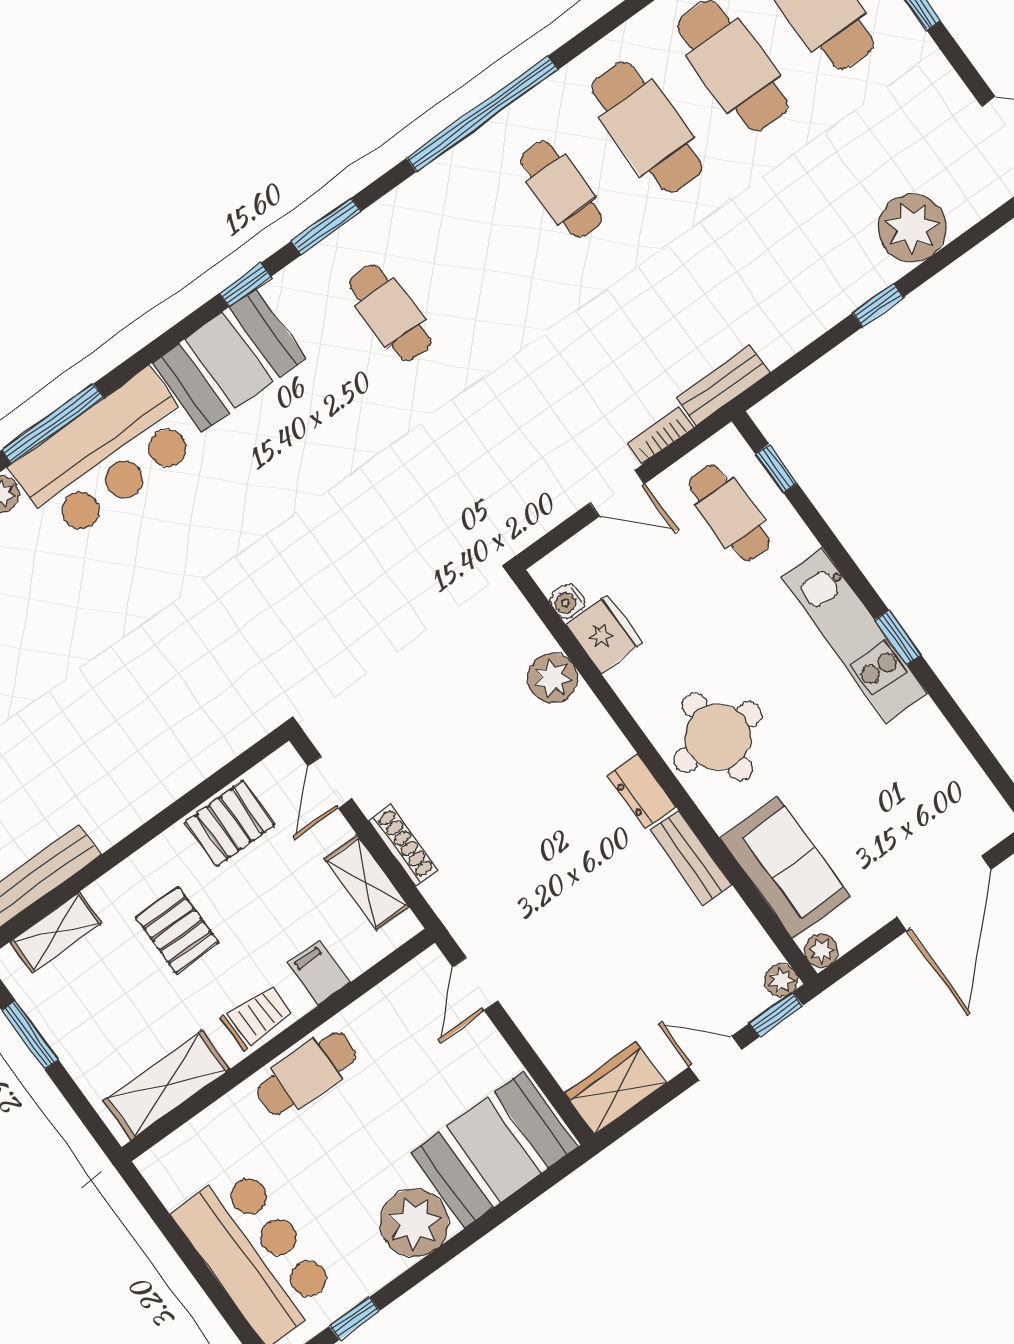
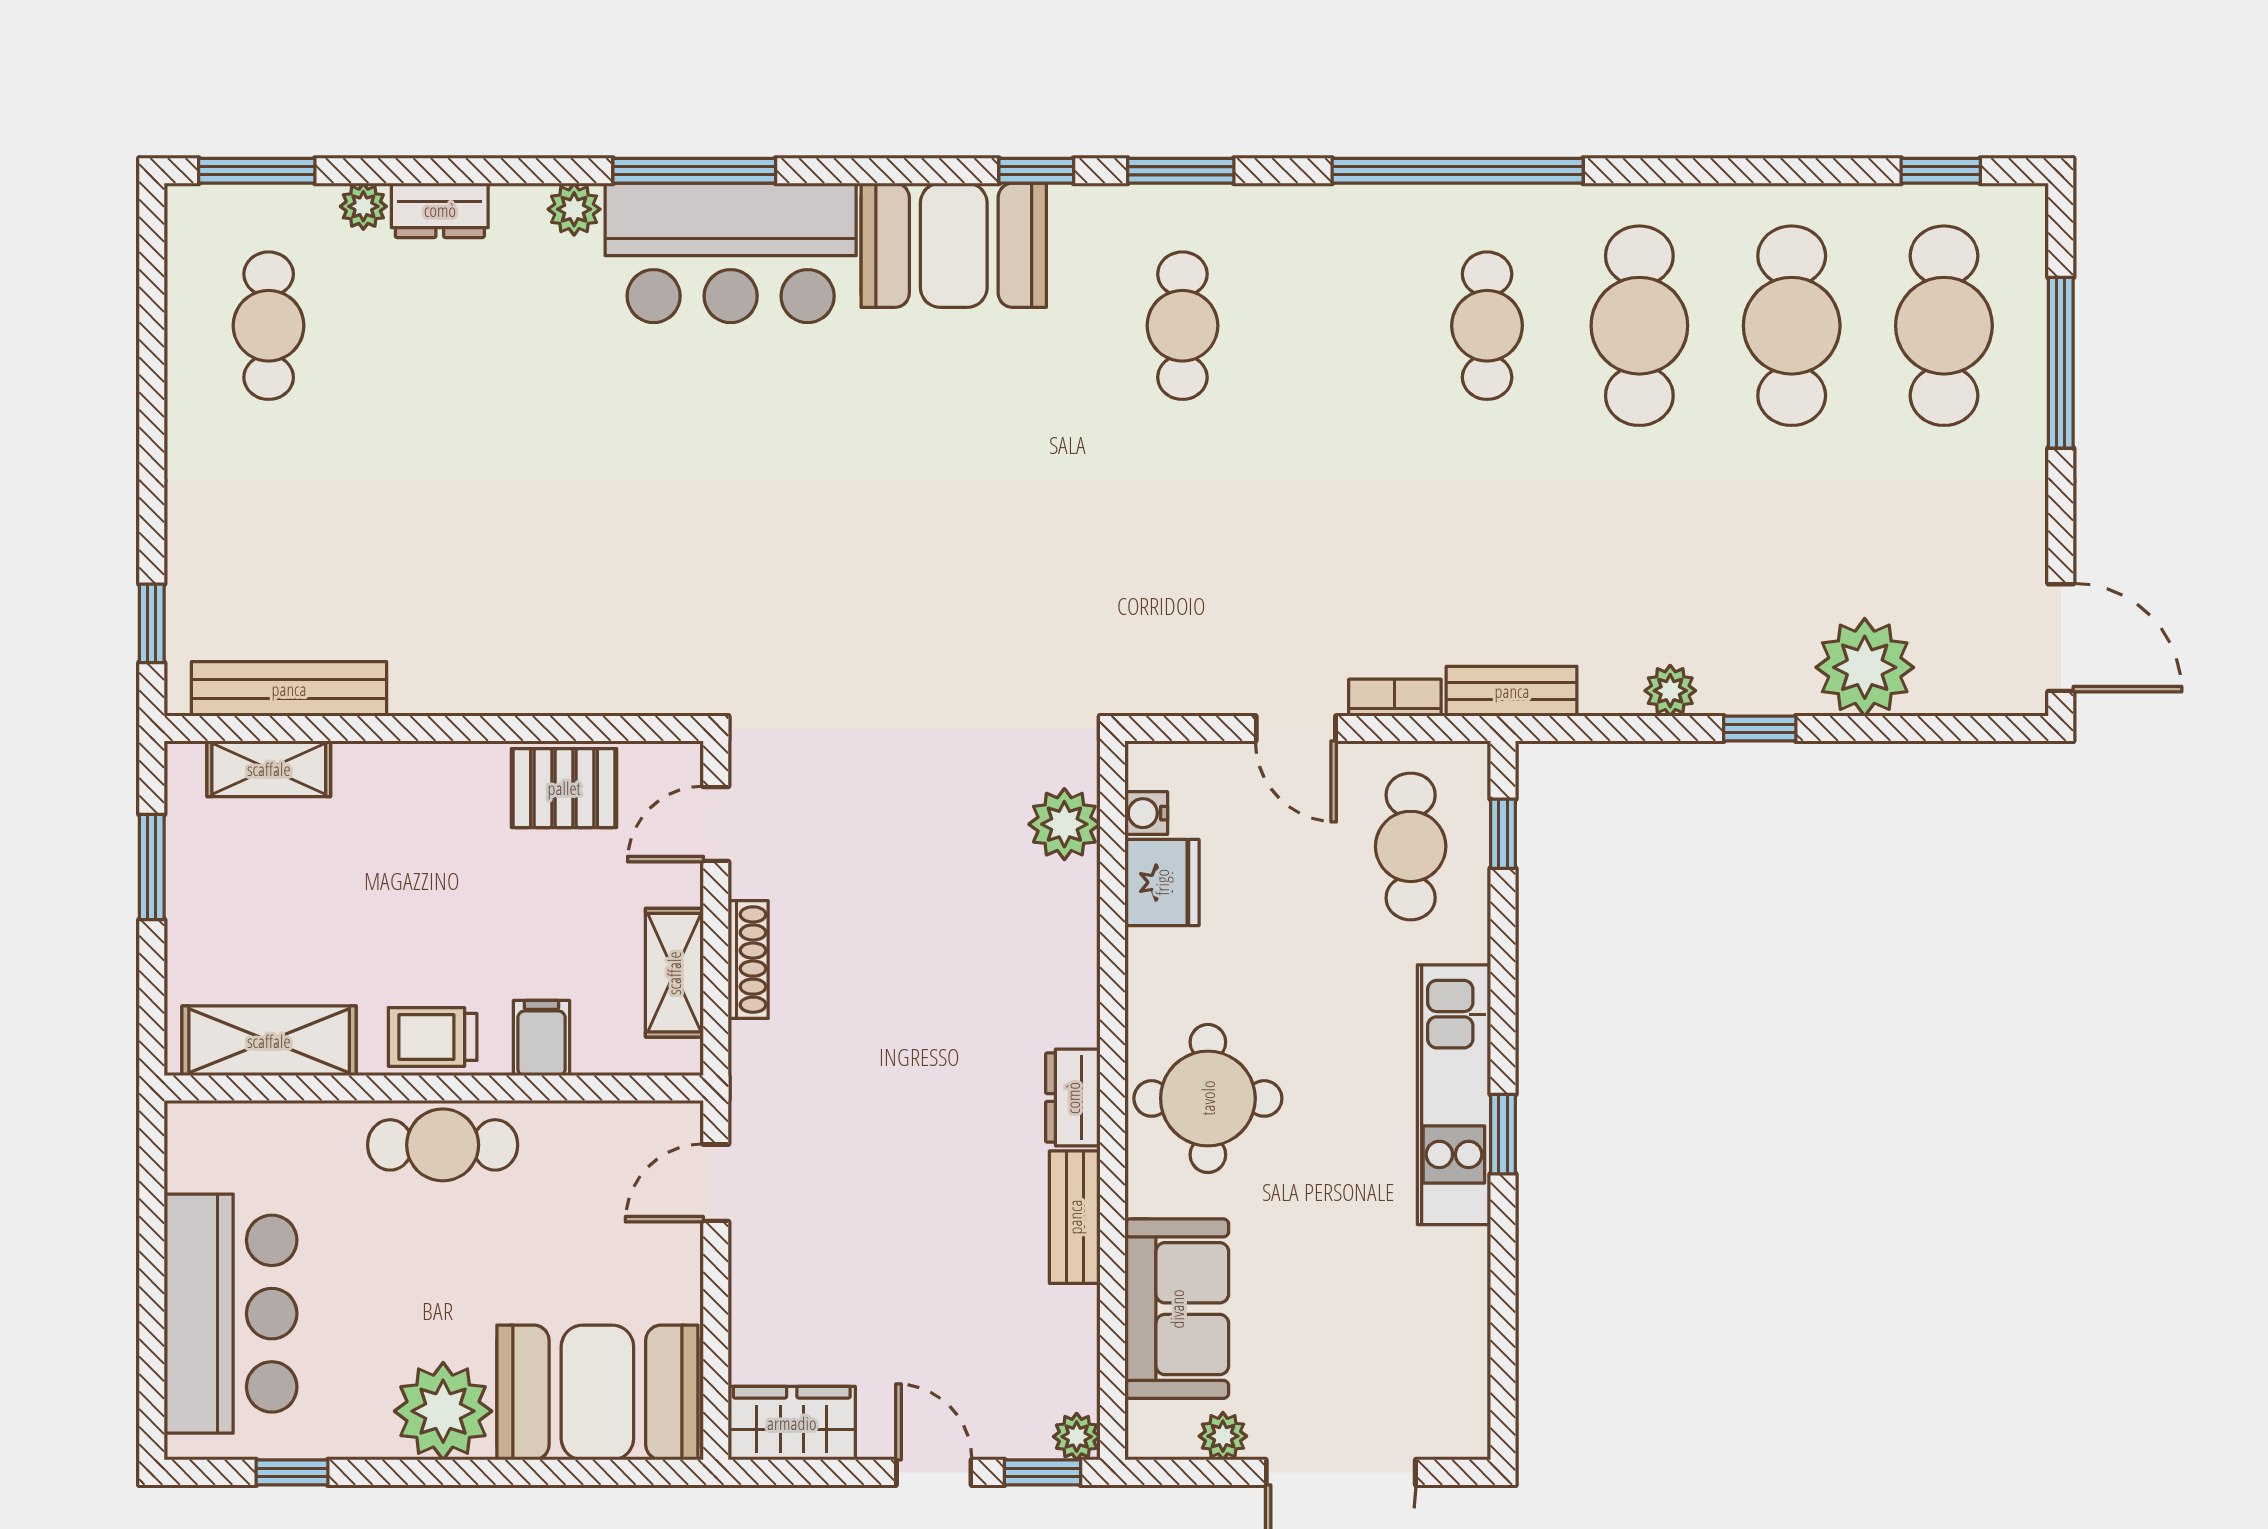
plant: (812, 320) -> (1670, 691), added
plant: (553, 678) -> (1064, 824), moved
pallet: (177, 930) -> (412, 868), removed
plant: (821, 951) -> (1223, 1436), moved
trolley: (257, 1017) -> (433, 1037), turned 180

